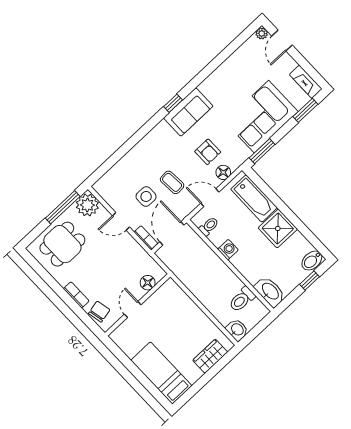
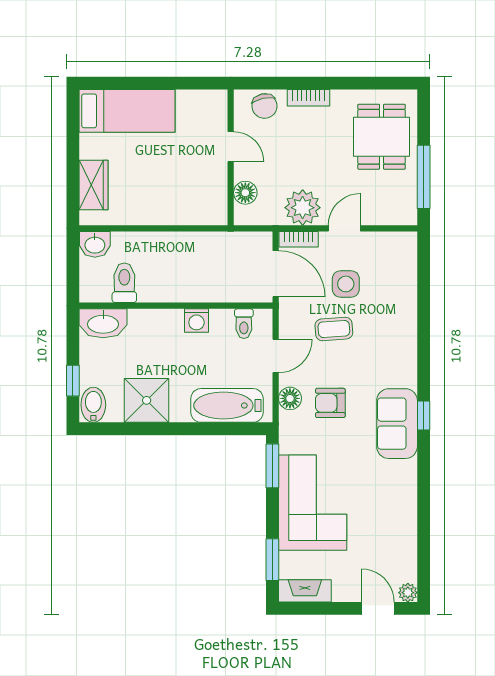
plant: (87, 205) -> (303, 208), moved
shower: (278, 228) -> (147, 400), moved

